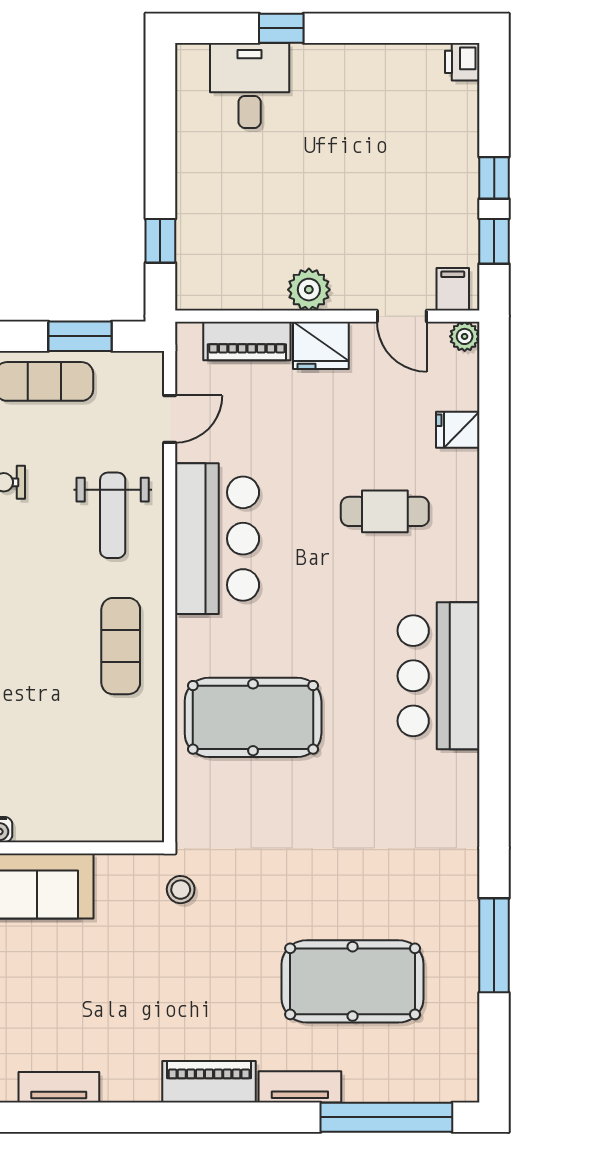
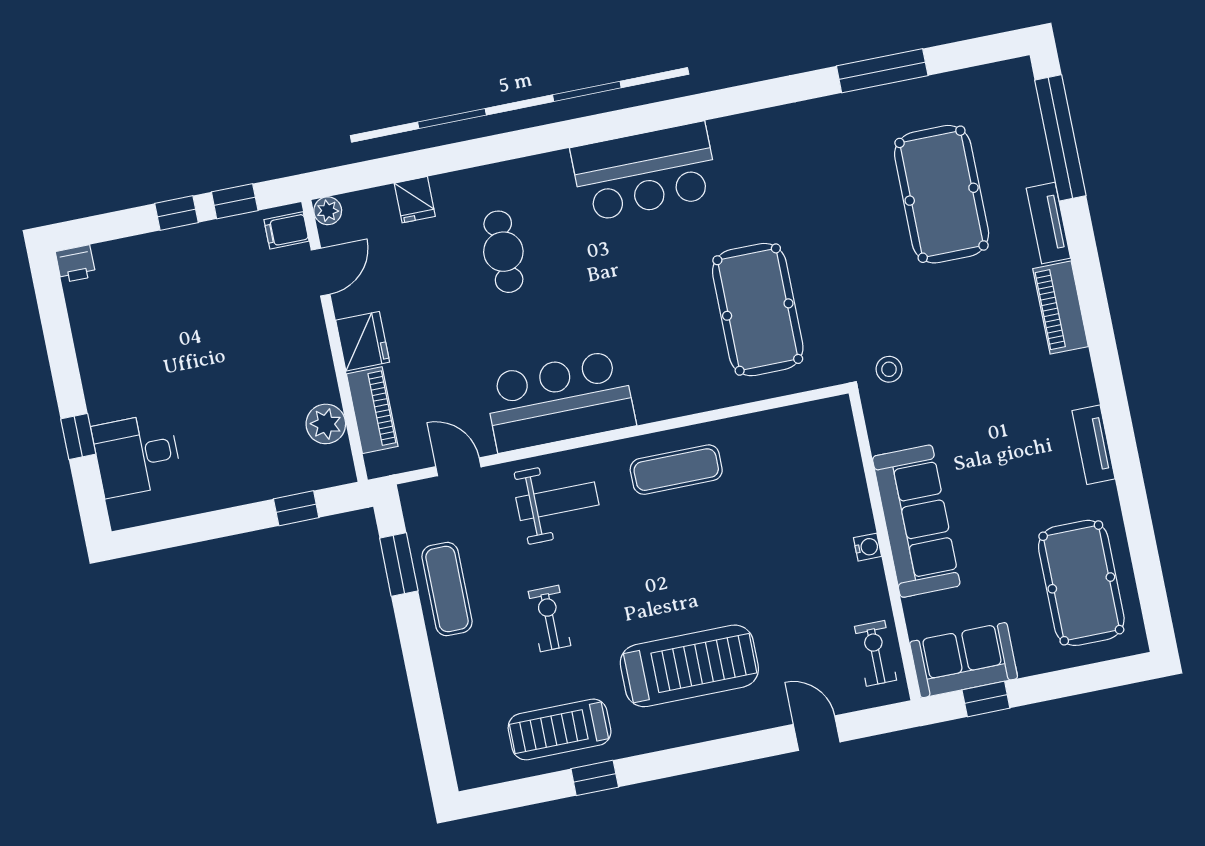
plant: (309, 290) -> (326, 424), moved
pool table: (253, 717) -> (758, 310), moved

